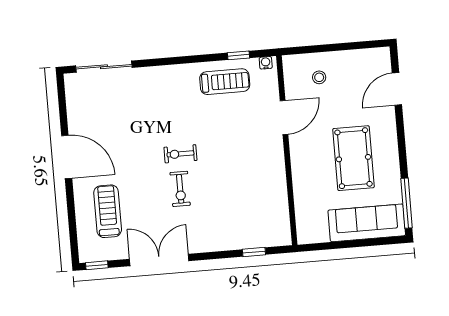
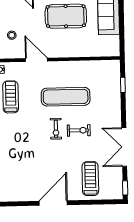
exercise mat: (230, 166) -> (66, 97), added
treadmill: (108, 211) -> (90, 179), turned 90

